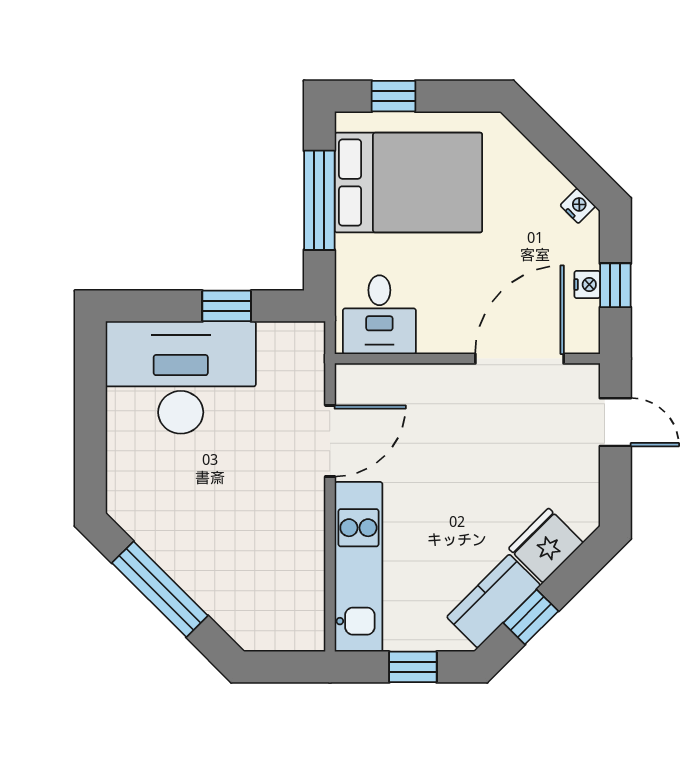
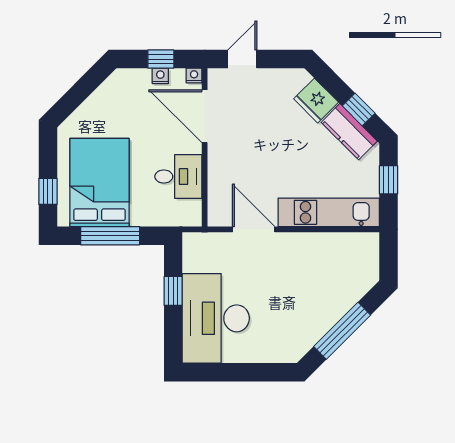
nightstand: (578, 206) -> (194, 76), moved, turned 45
desk: (379, 315) -> (178, 176), moved

